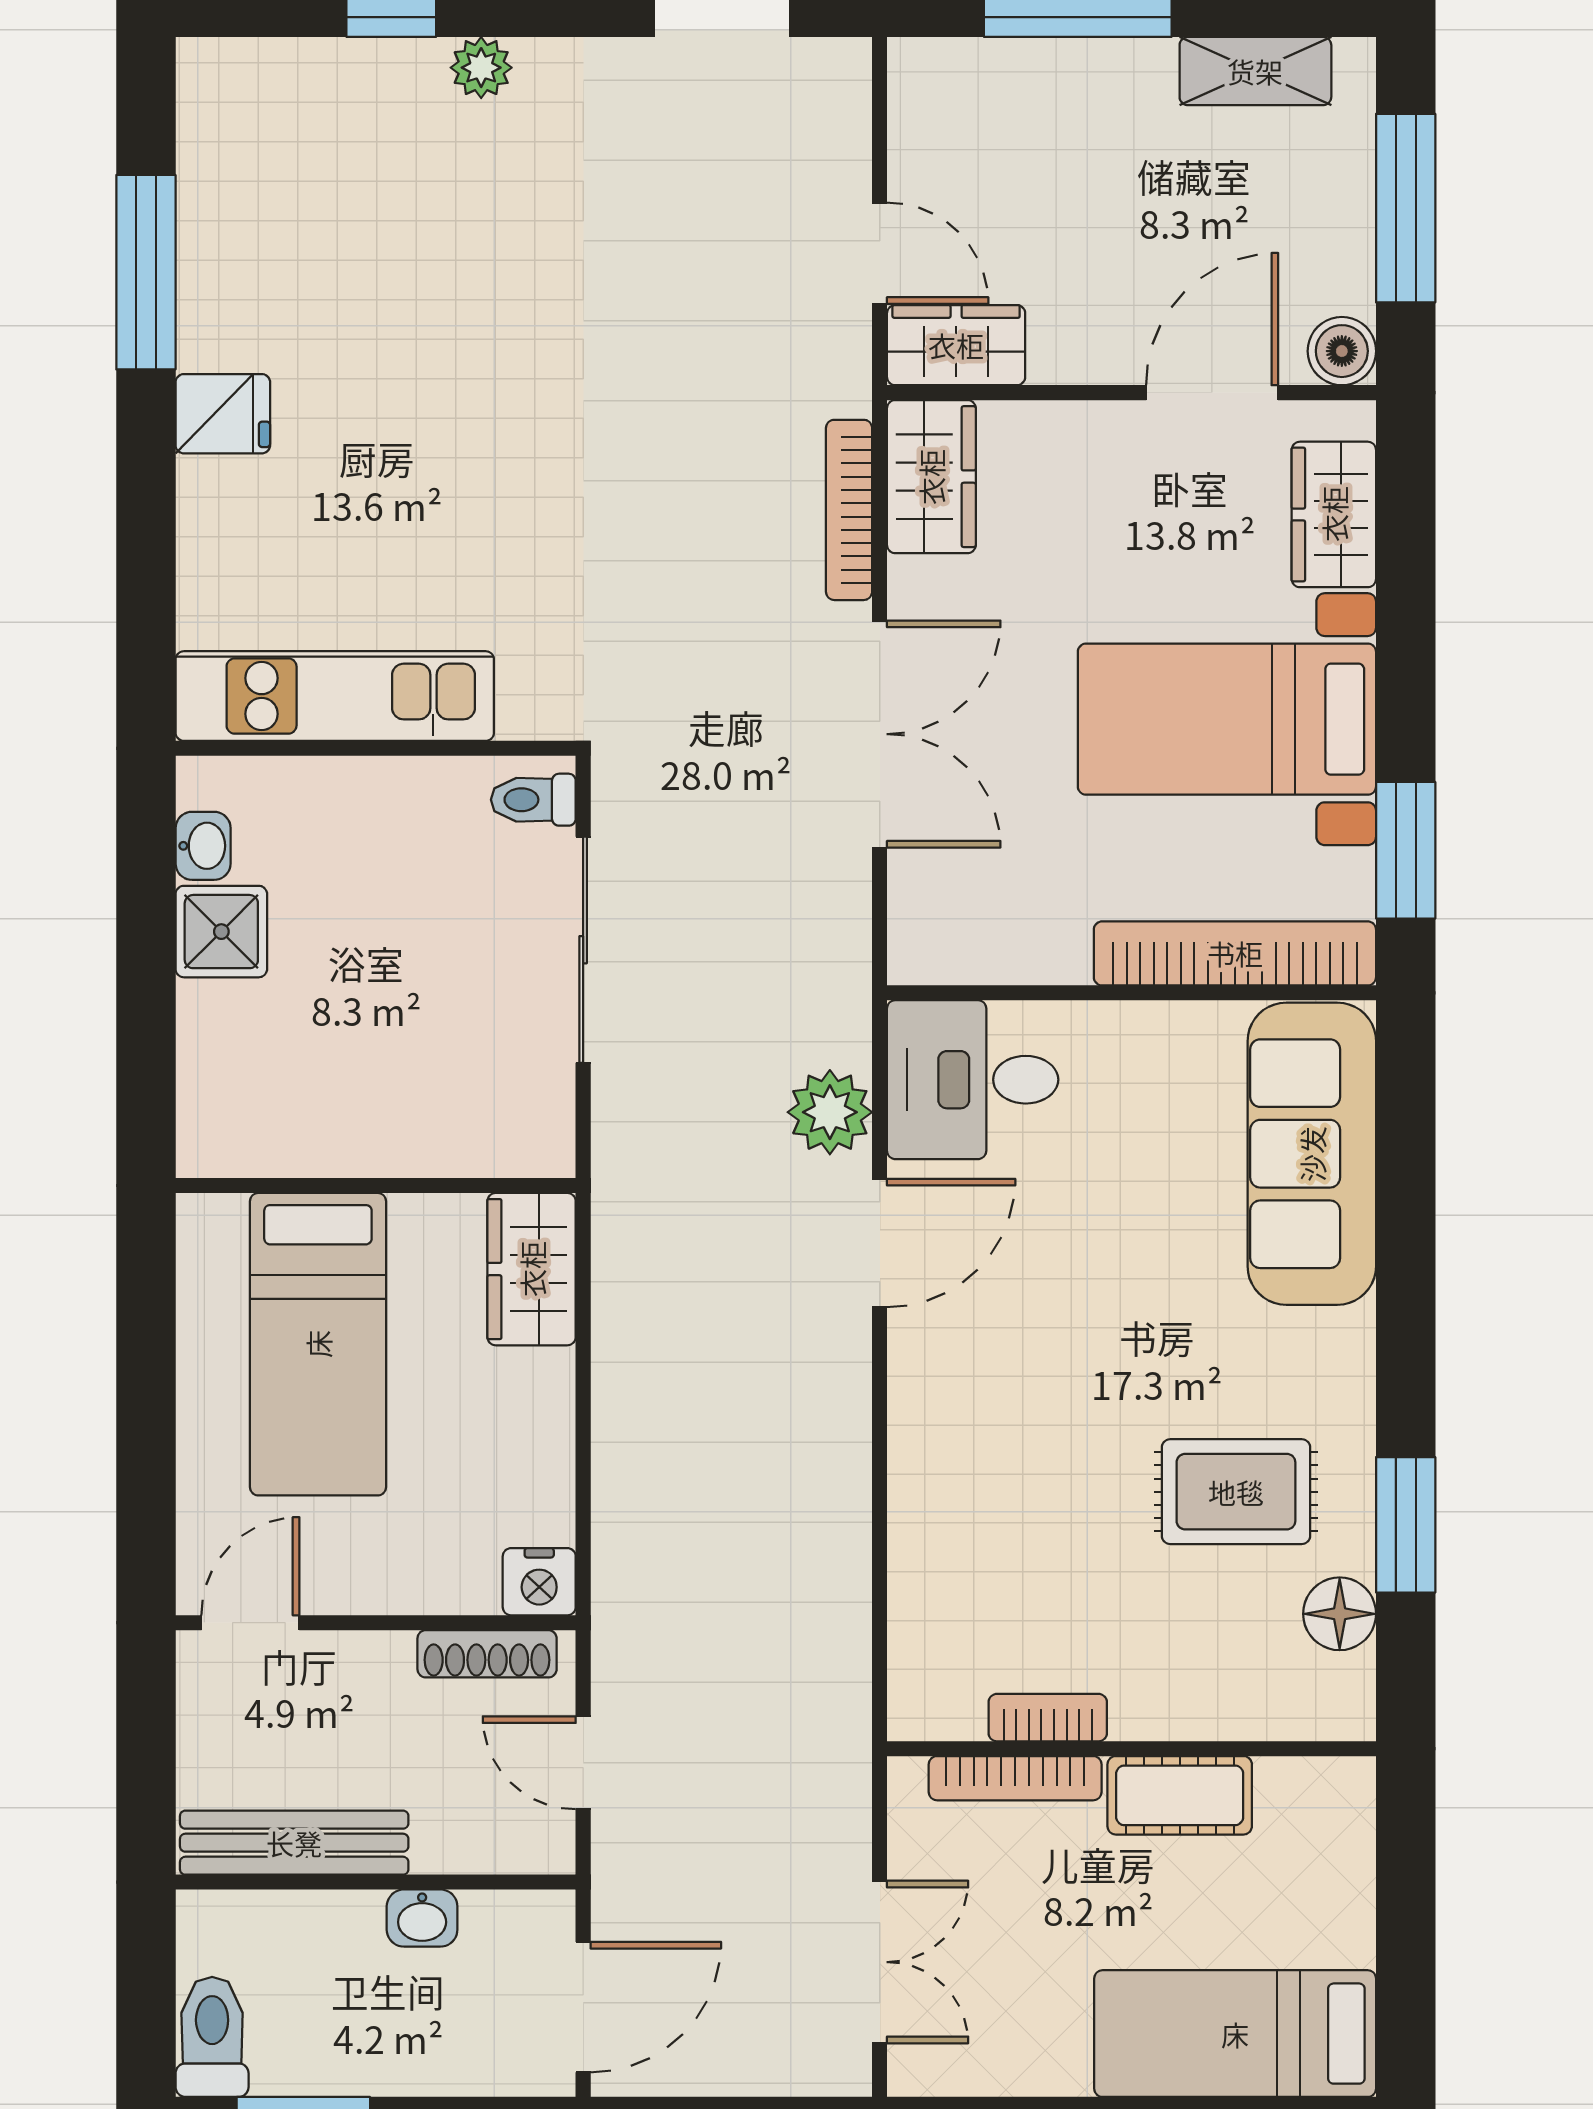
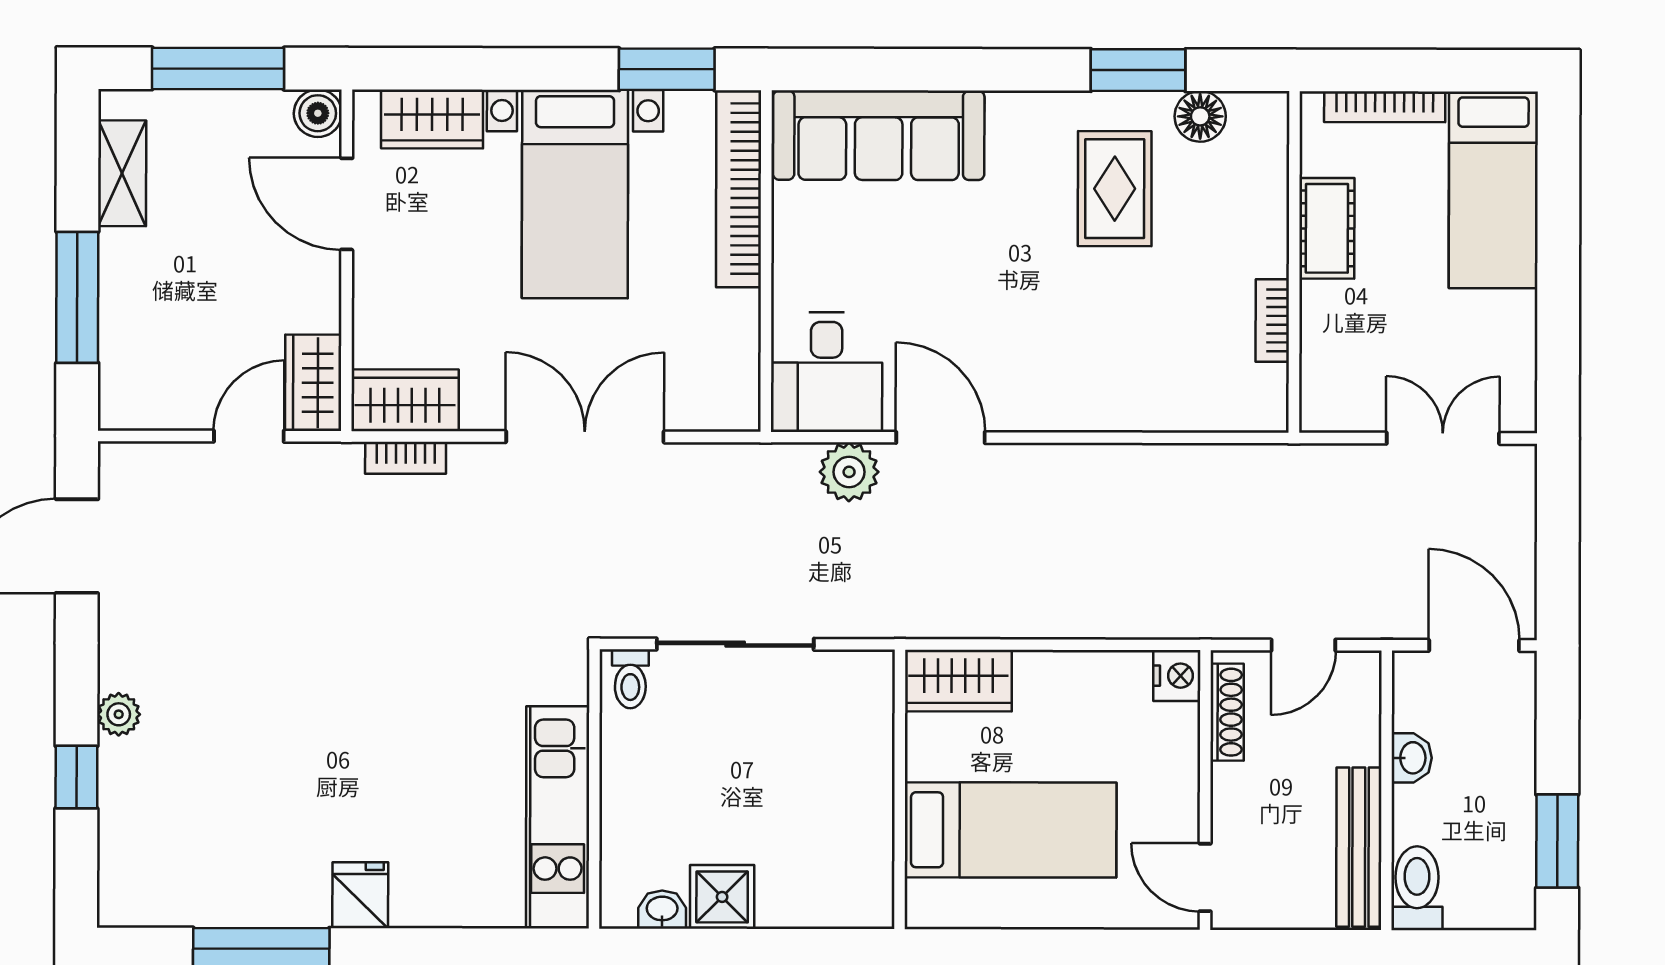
bookcase: (849, 510) -> (406, 458), width x0.64
bookcase: (1015, 1778) -> (1385, 107), moved, turned 90
toilet: (212, 2037) -> (1417, 888), moved, turned 90

